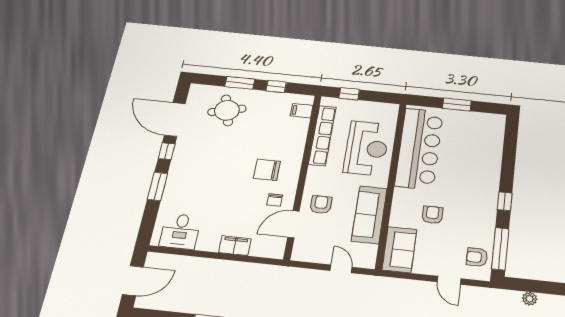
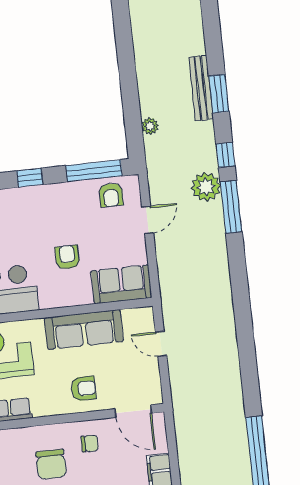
armchair: (321, 205) -> (83, 389), turned 180
armchair: (432, 215) -> (67, 257), turned 90
door: (293, 224) -> (133, 411), moved
door: (341, 269) -> (161, 344), hinge flipped

